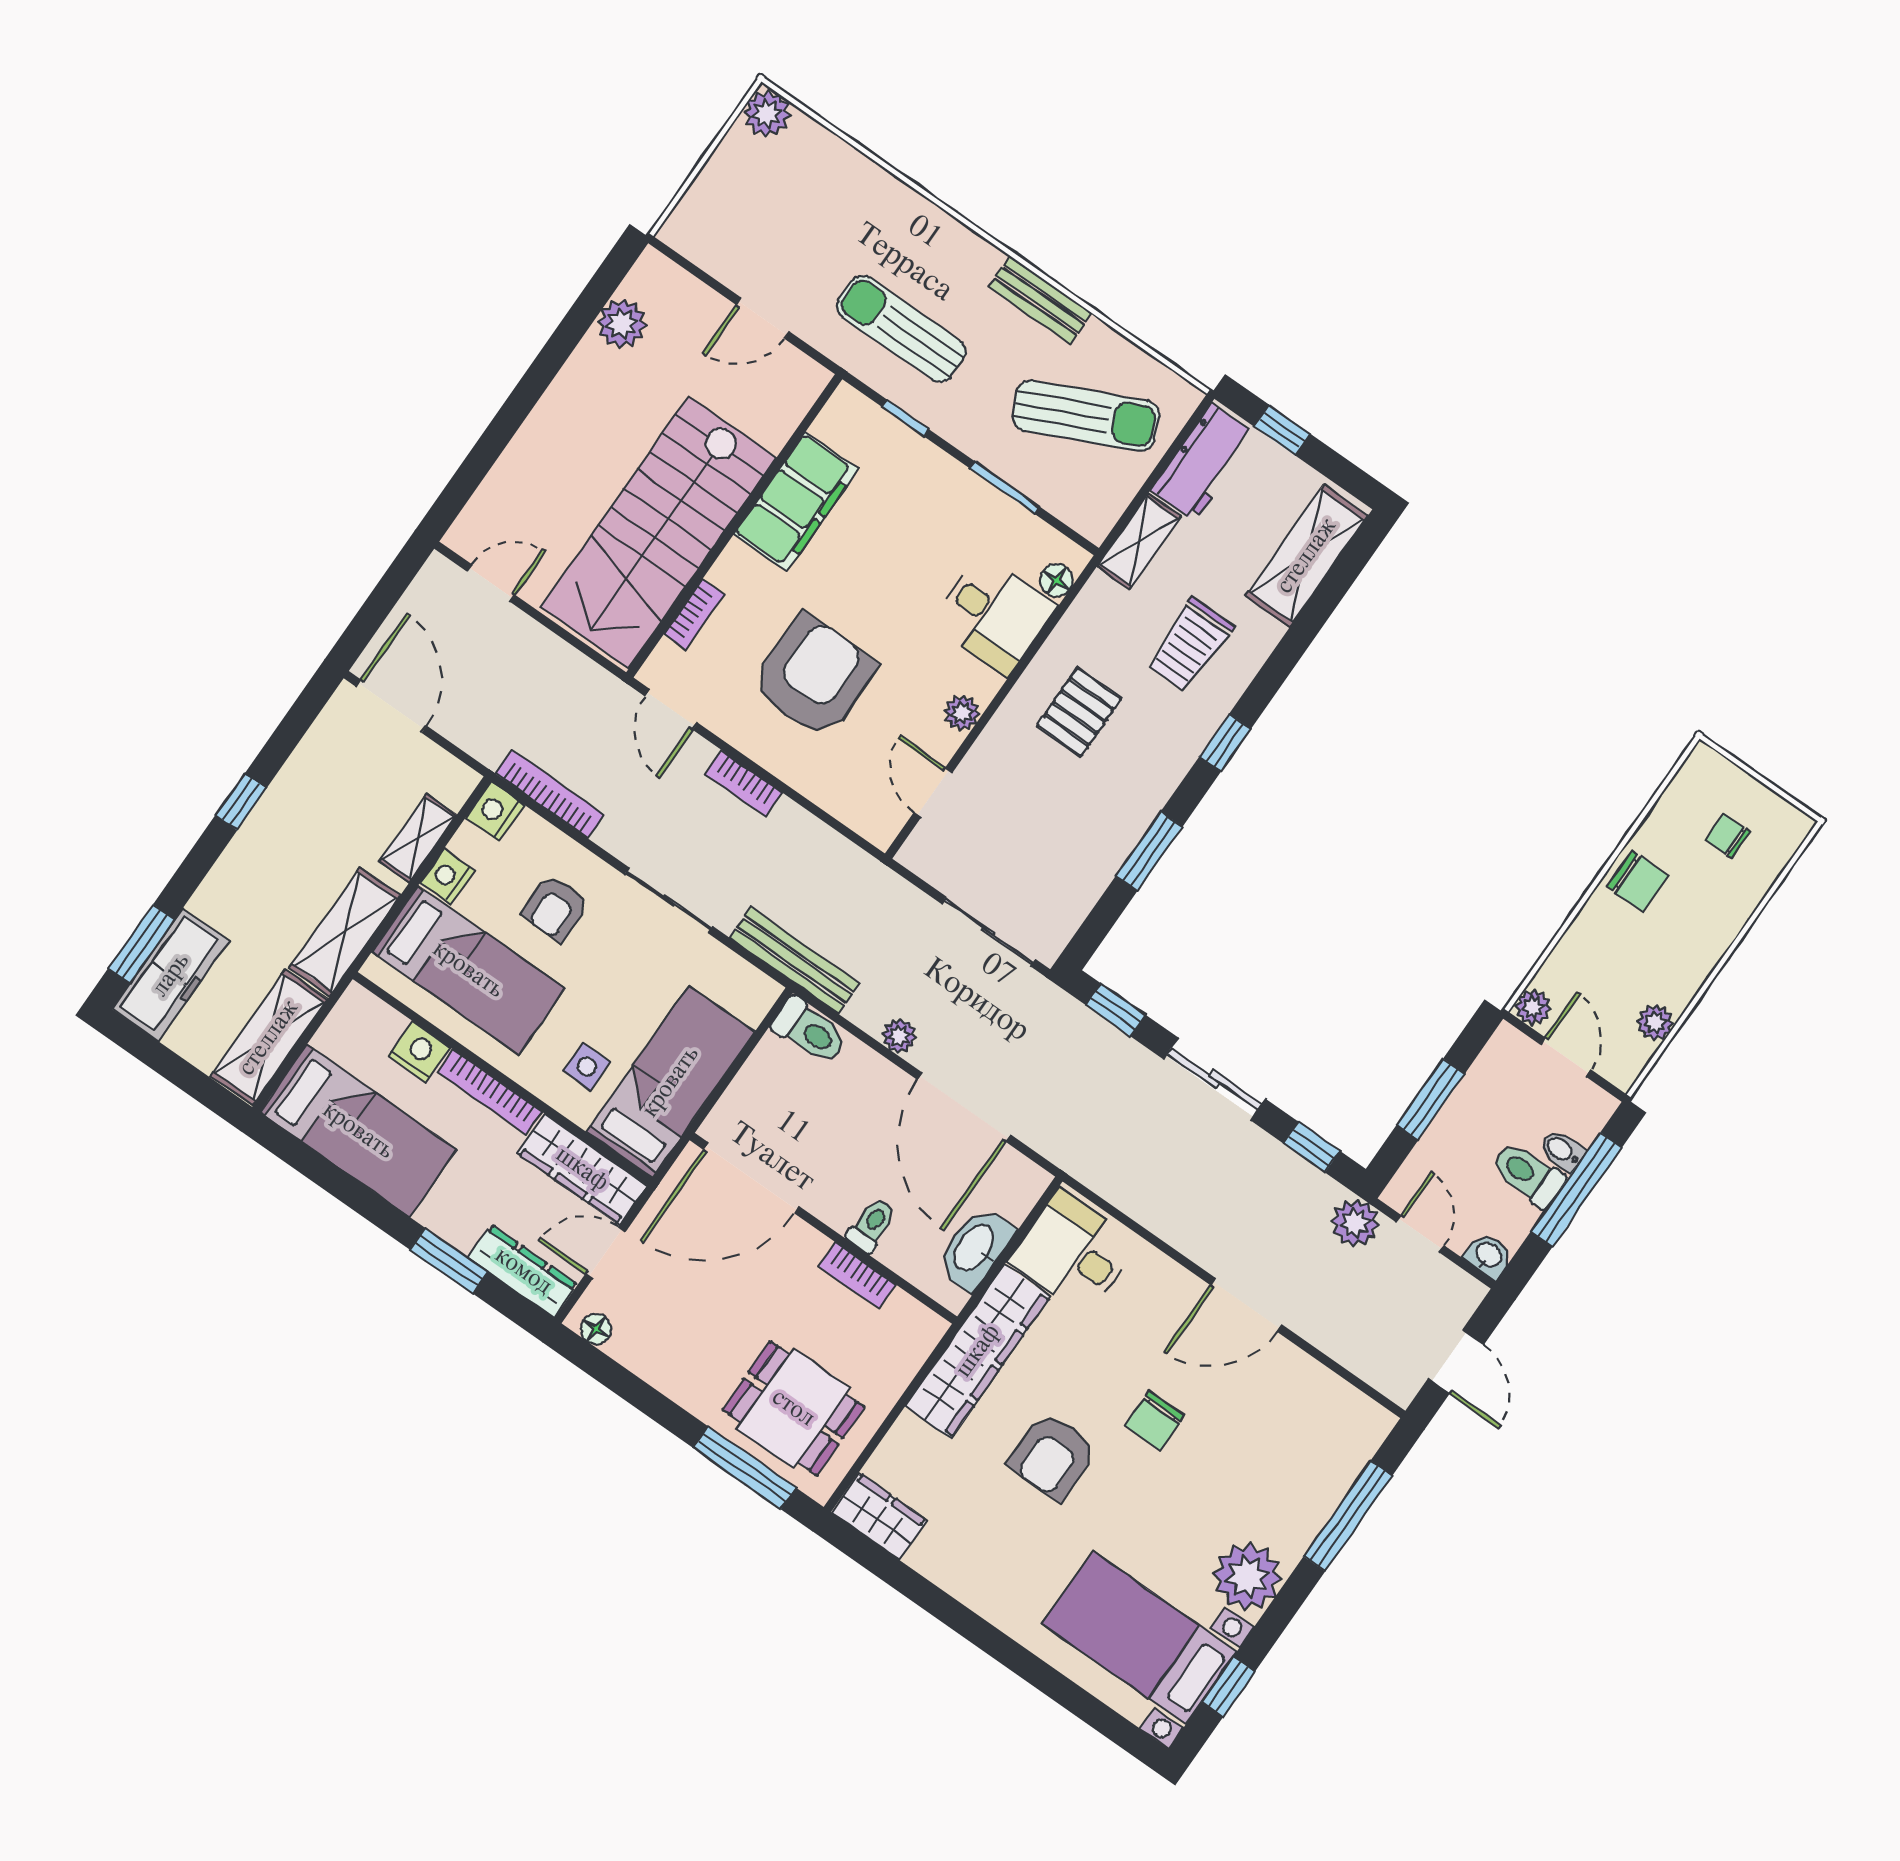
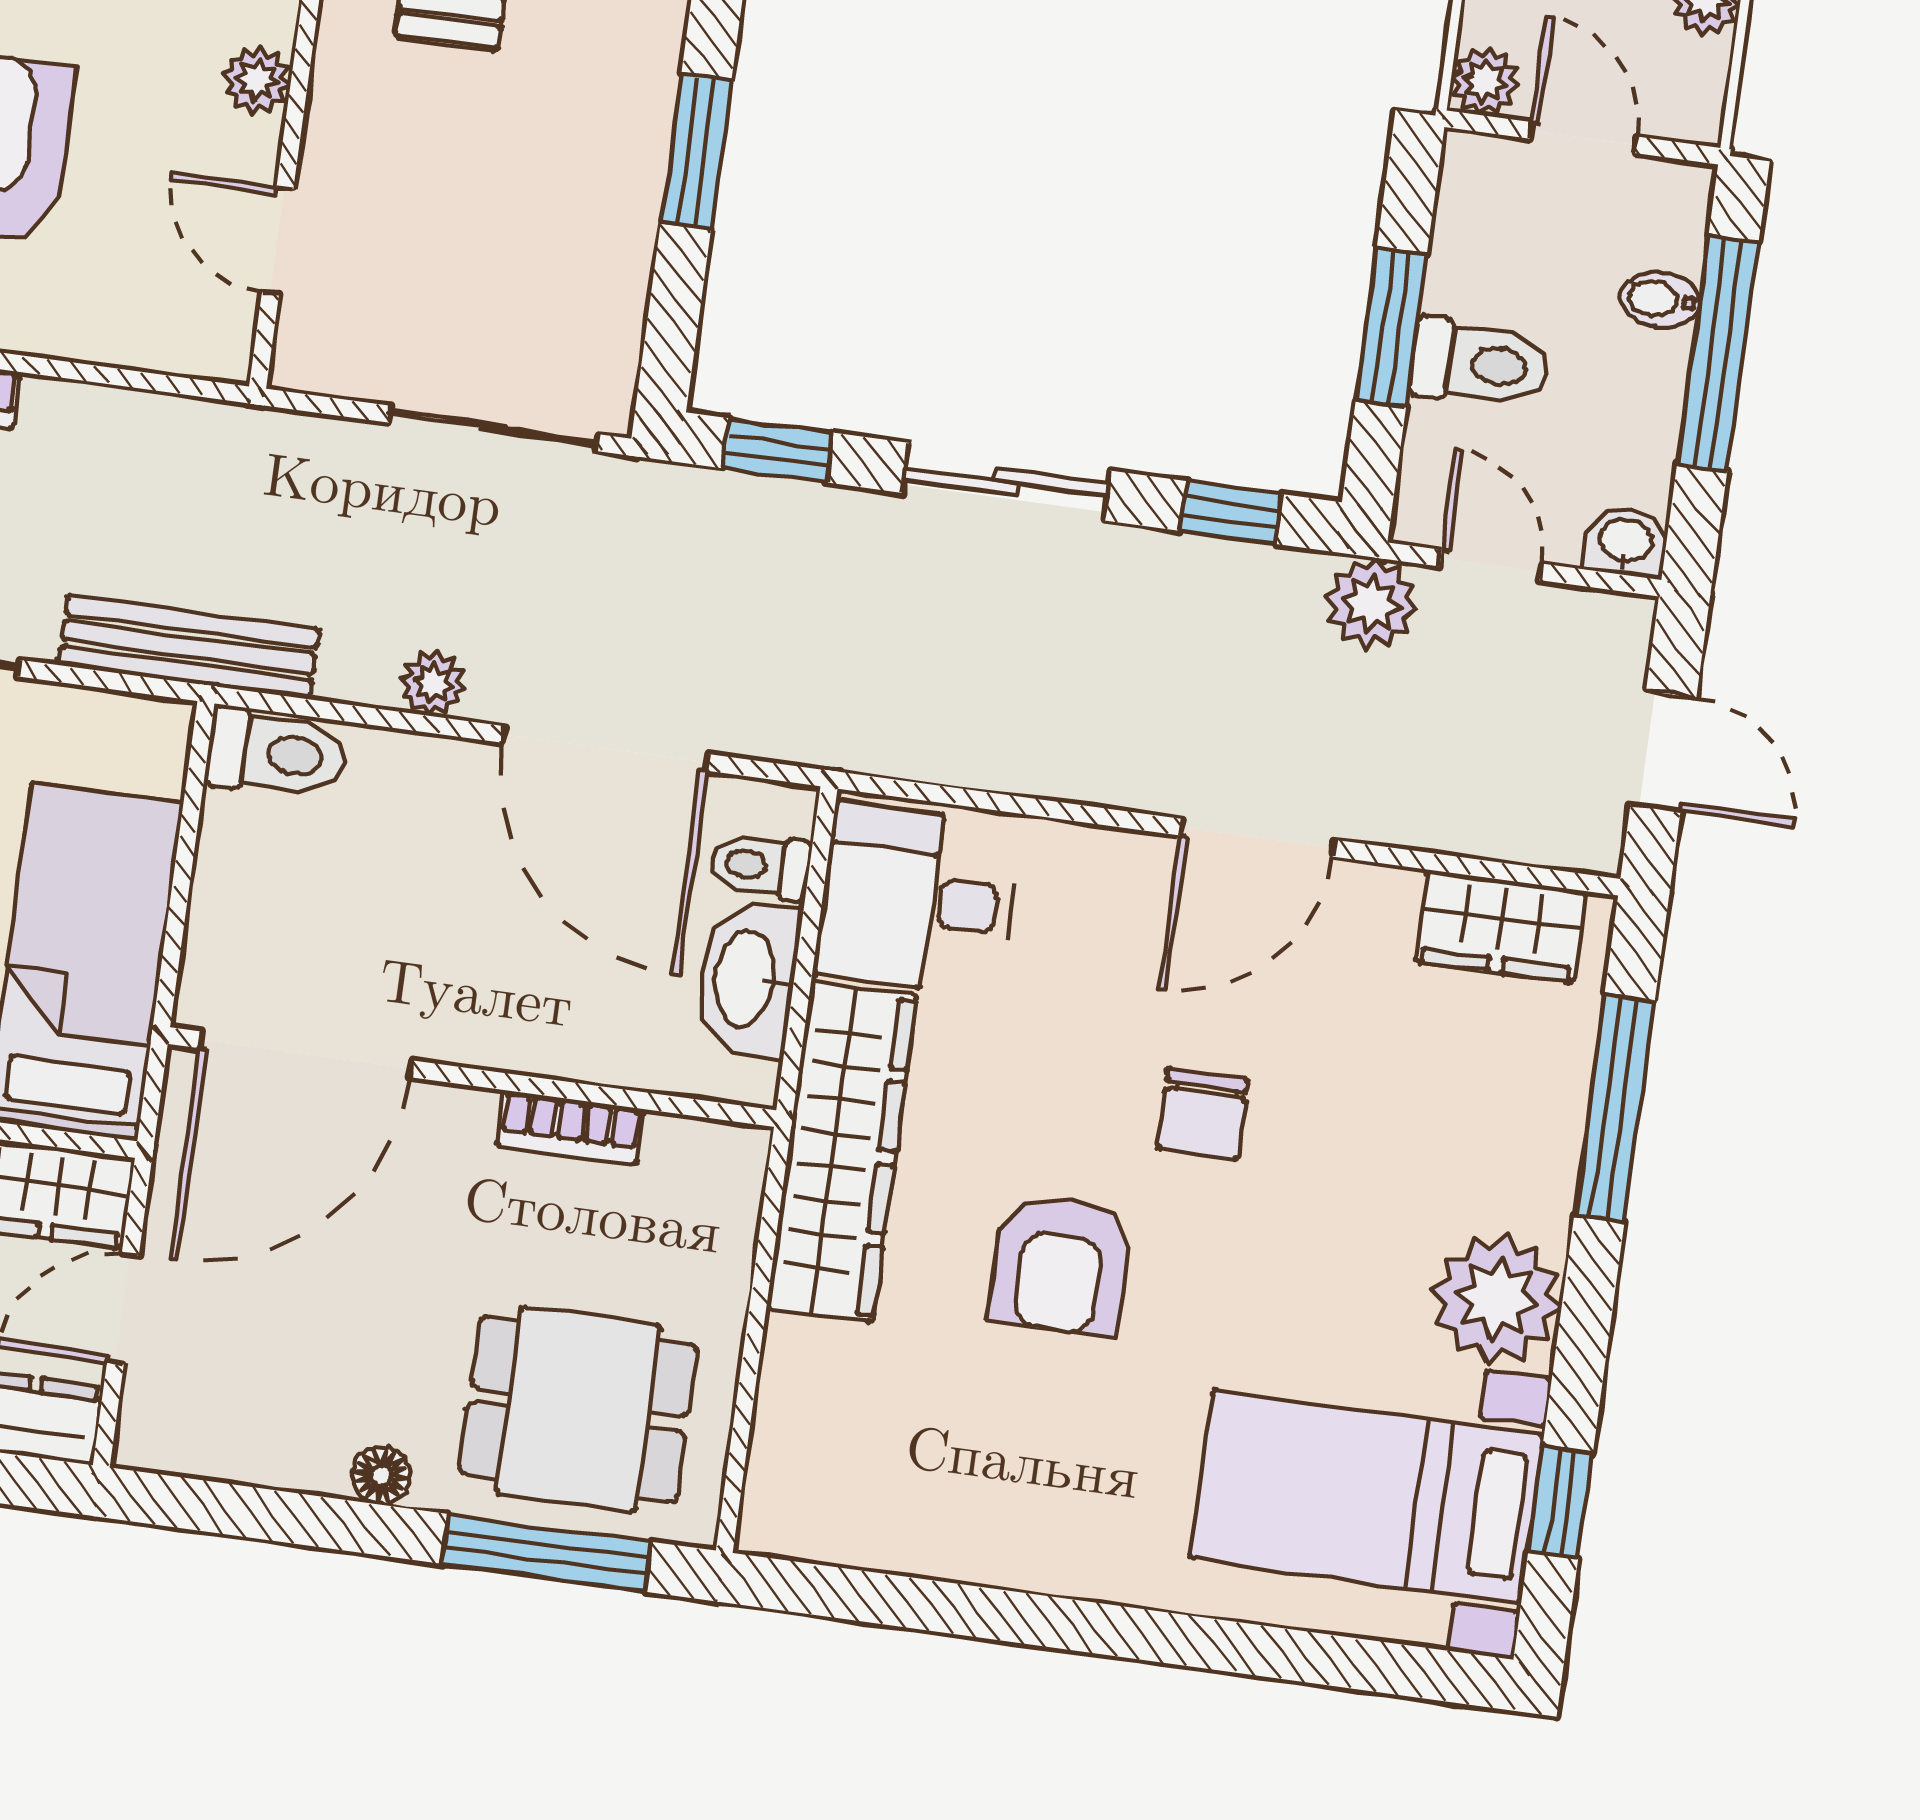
toilet: (1528, 1174) -> (1480, 364), moved, turned 180
toilet: (872, 1225) -> (760, 866), moved, turned -90
floor lamp: (596, 1329) -> (381, 1475), moved
wardrobe: (879, 1516) -> (1501, 926), moved, turned 180

